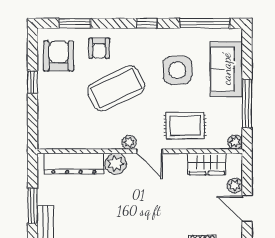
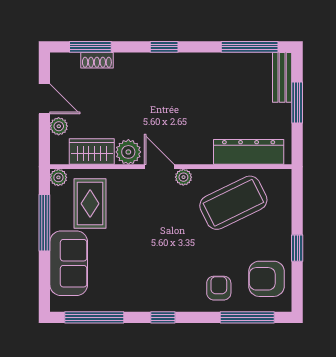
window: (75, 23) -> (247, 317), width x1.44
armchair: (59, 56) -> (266, 279), turned 90
side table: (177, 70) -> (126, 262), removed
coffee table: (116, 88) -> (233, 203), moved
rug: (185, 126) -> (90, 204), moved, turned 90
plant: (116, 164) -> (128, 152), moved

